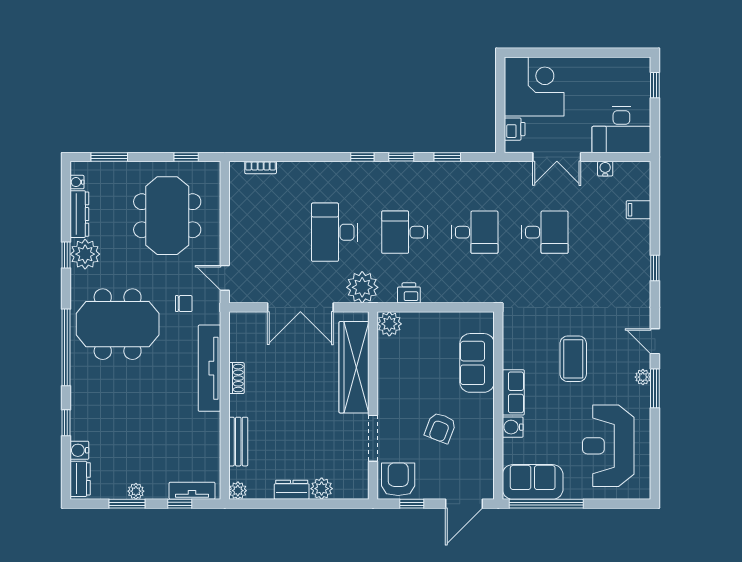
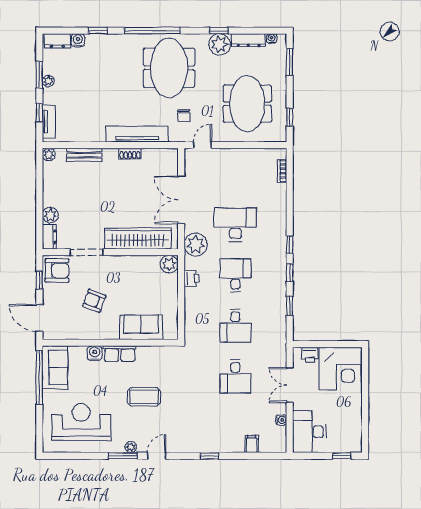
meeting table: (167, 216) -> (247, 104), turned 90
dresser: (292, 490) -> (49, 237), moved

